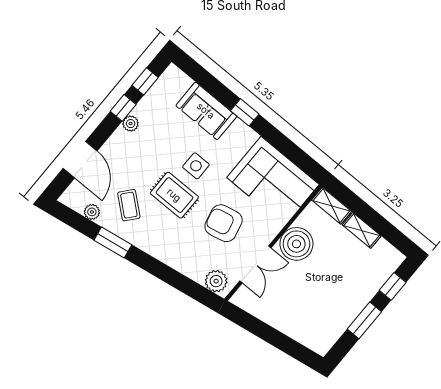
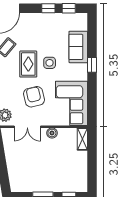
plant: (131, 124) -> (44, 17), removed
shelving: (362, 230) -> (83, 162), removed
boiler: (296, 244) -> (52, 133), width x0.54, depth x0.54

